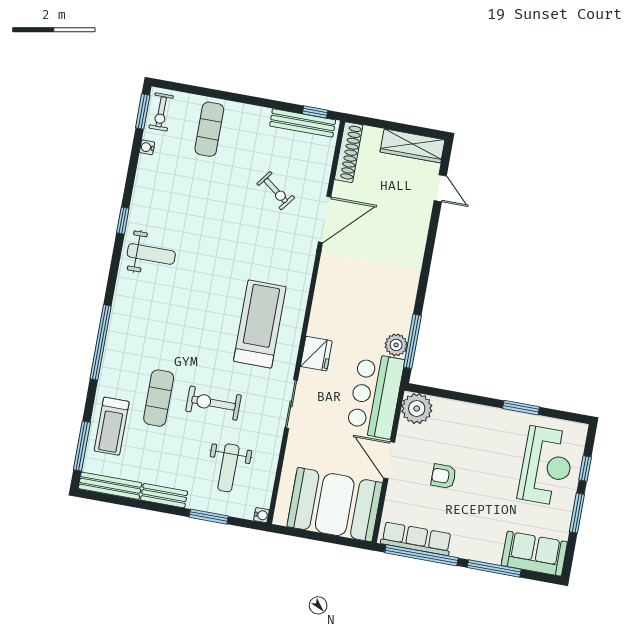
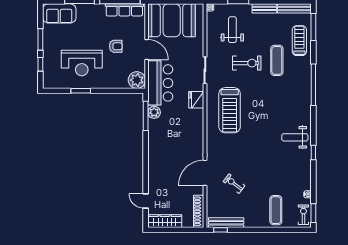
reception desk: (547, 466) -> (82, 63), moved, turned -90

